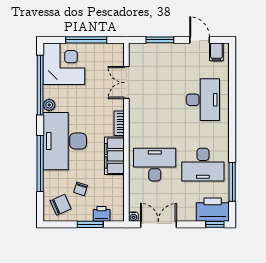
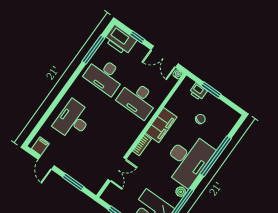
desk: (203, 165) -> (105, 76), turned 180
chair: (61, 205) -> (222, 118), removed
window: (215, 224) -> (137, 37), moved

